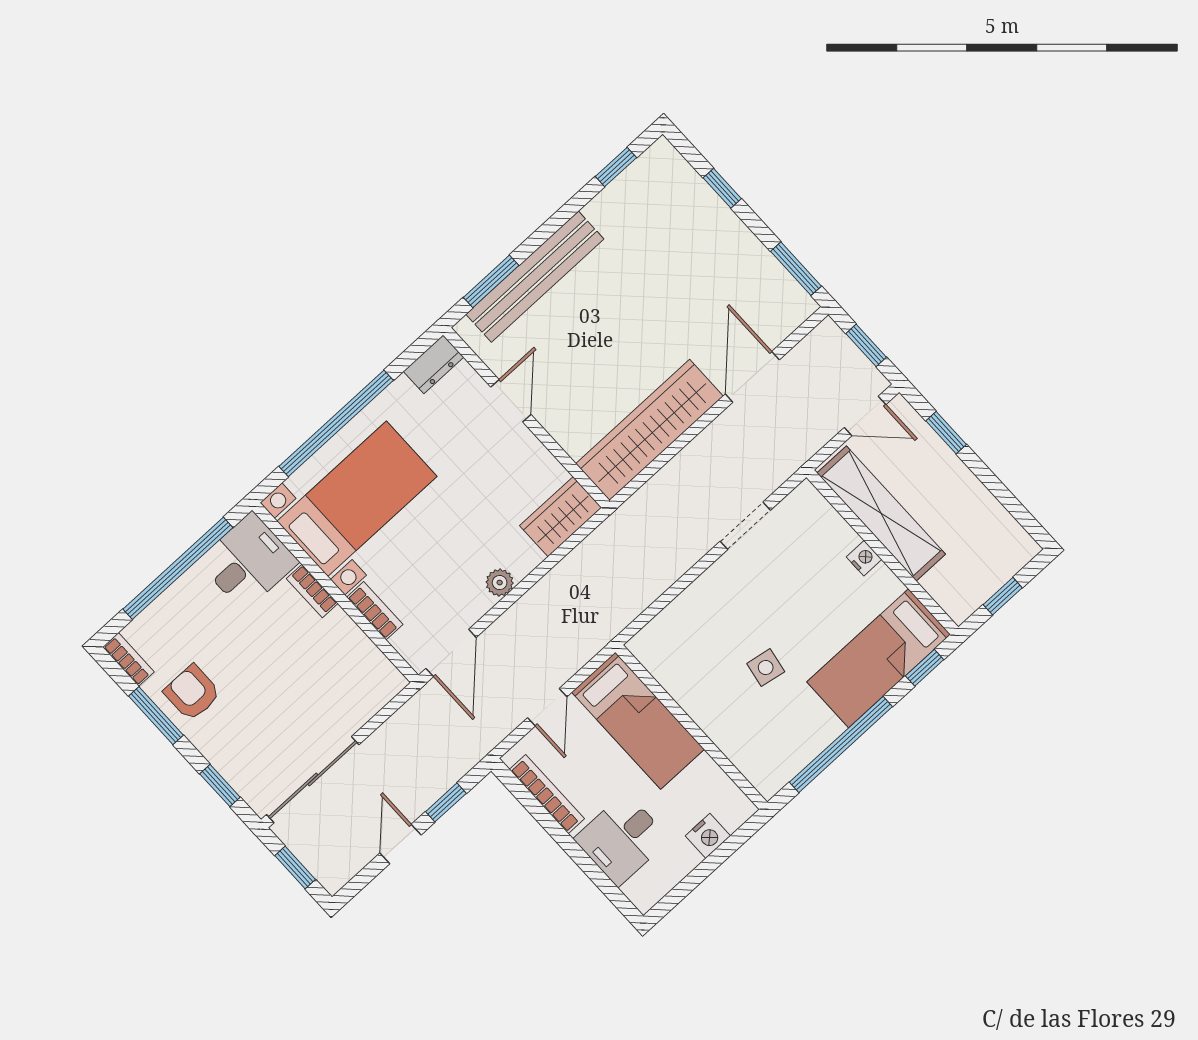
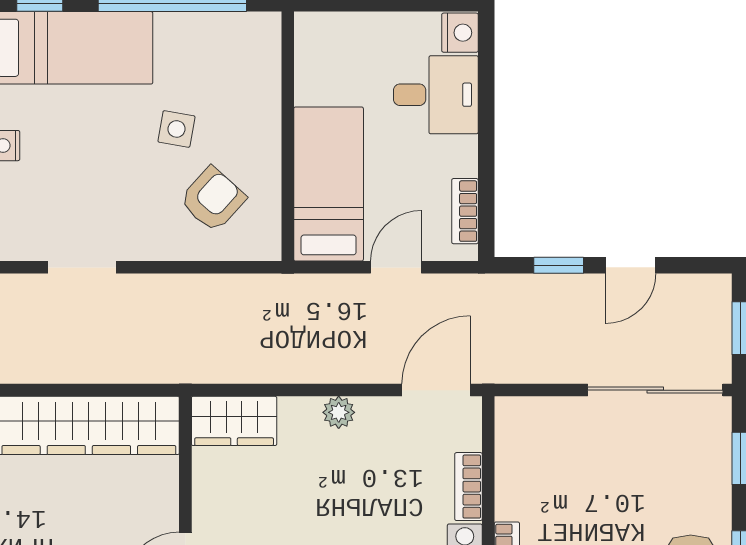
armchair: (702, 644) -> (213, 199), added
bookcase: (547, 794) -> (465, 211), width x0.64
nightstand: (708, 836) -> (460, 33), moved, turned 90

